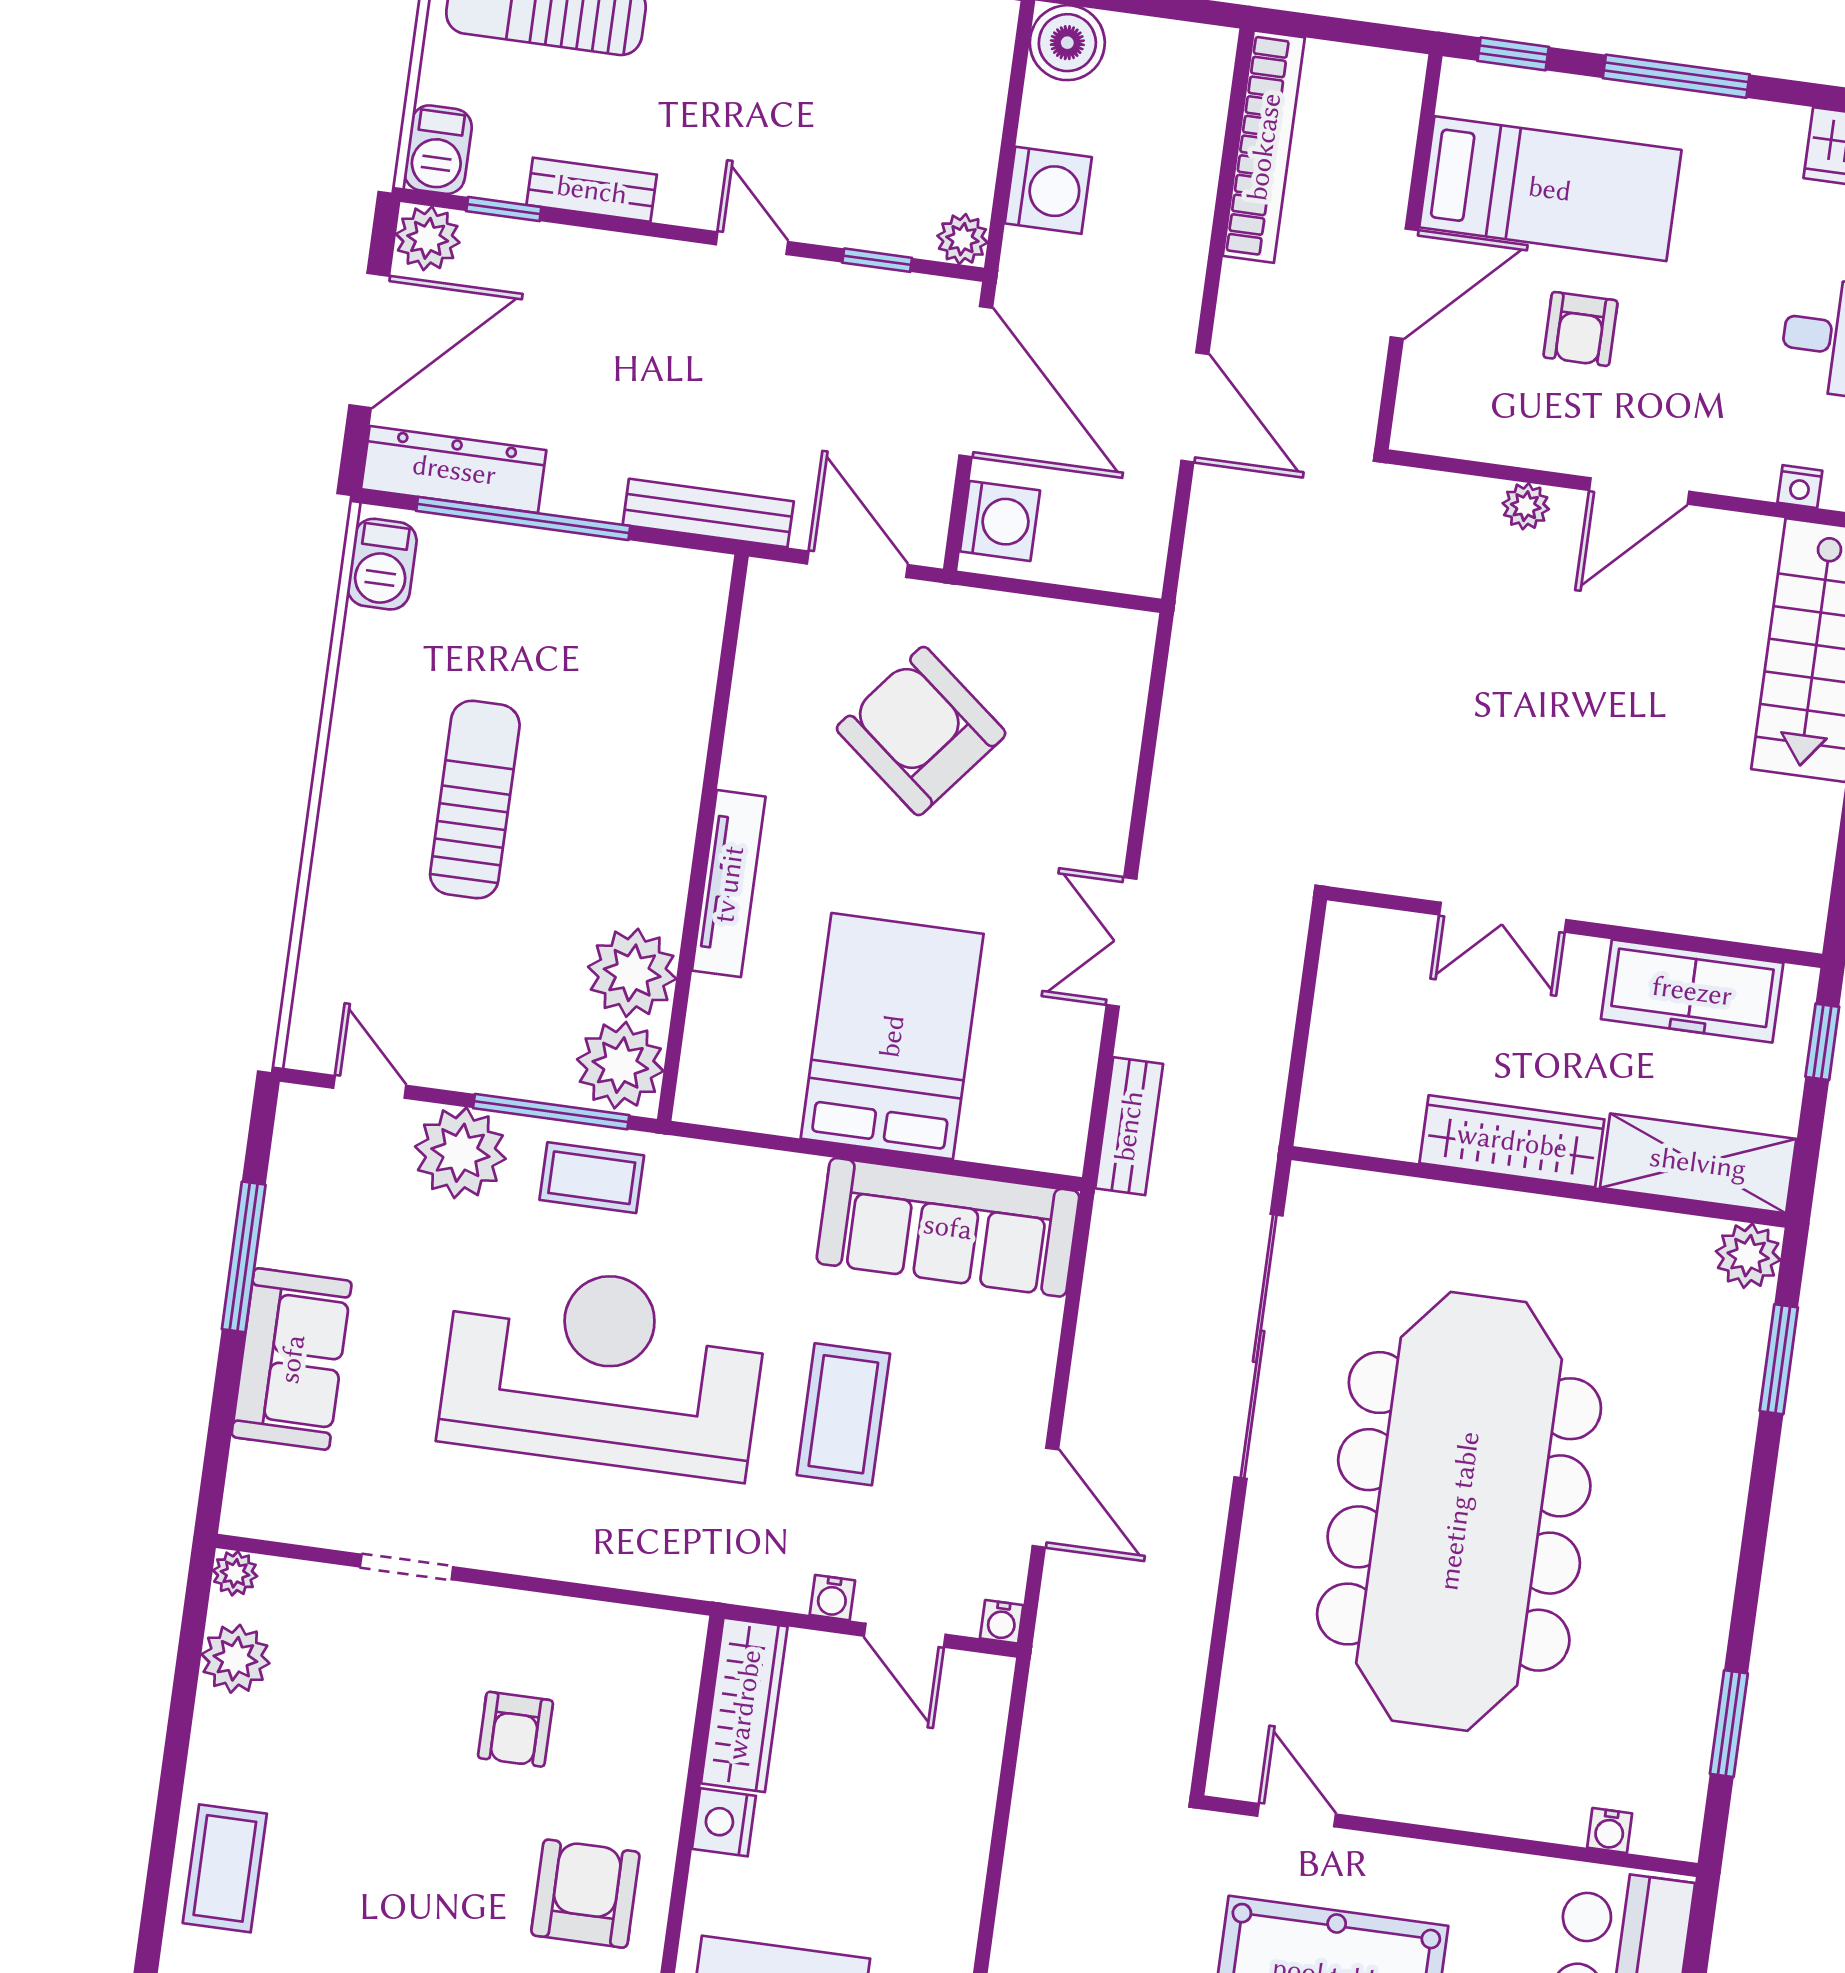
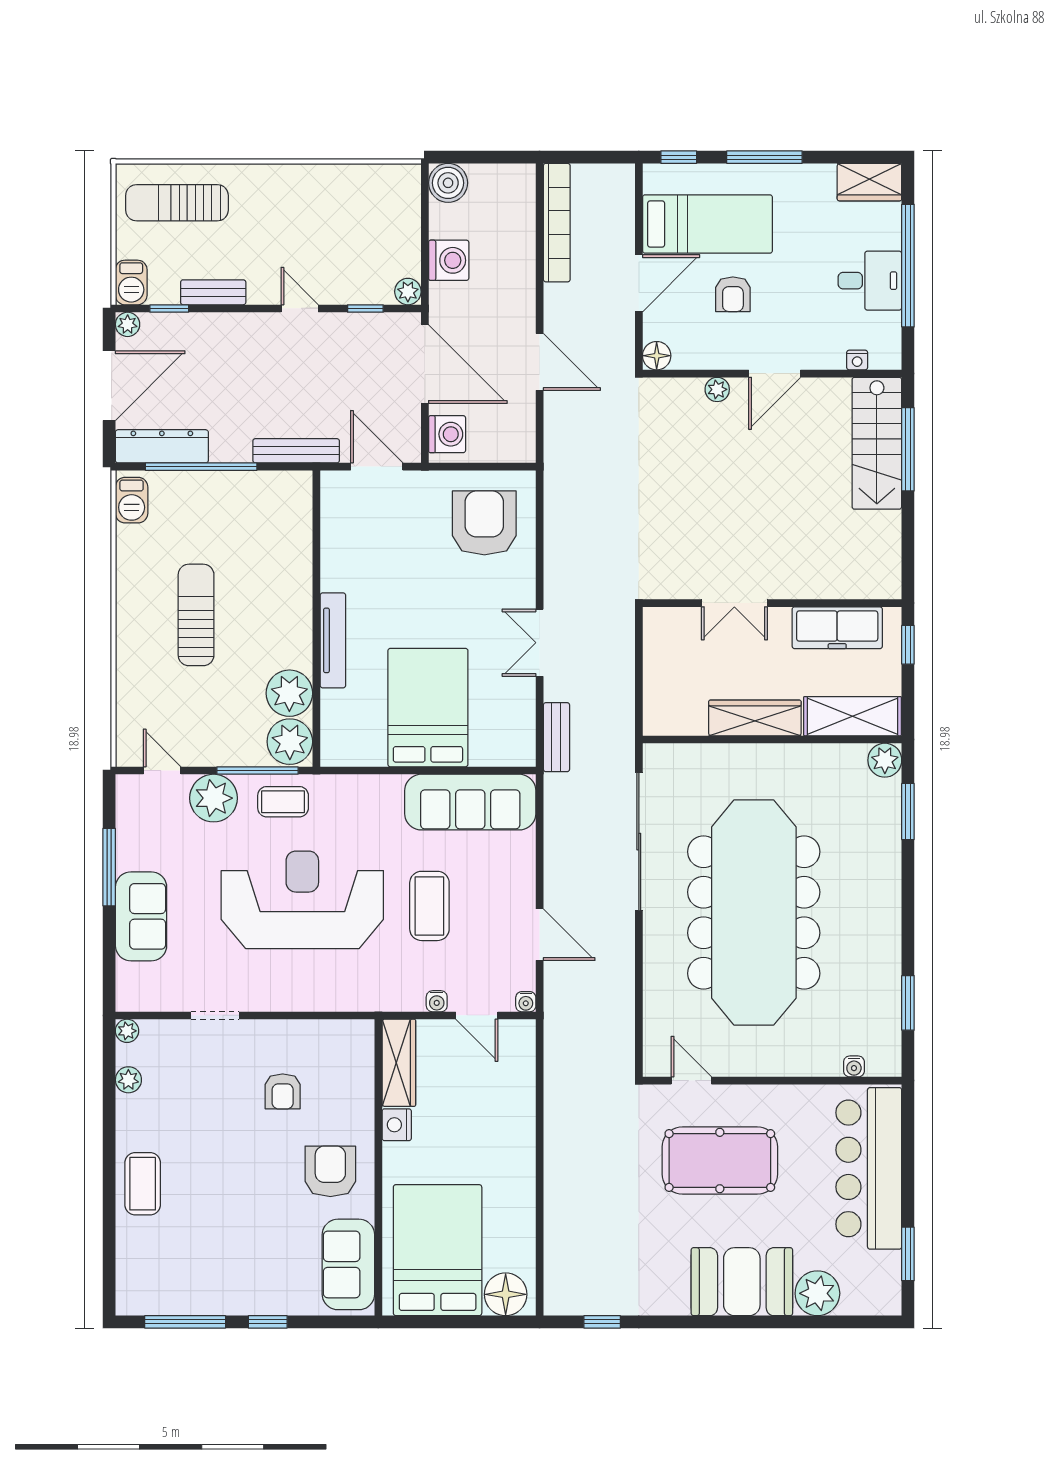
plant: (428, 238) -> (128, 324), width x0.73, depth x0.73
floor lamp: (1419, 426) -> (657, 356), added
armchair: (921, 731) -> (484, 523), moved, turned 51
plant: (235, 1659) -> (128, 1080), width x0.73, depth x0.73

